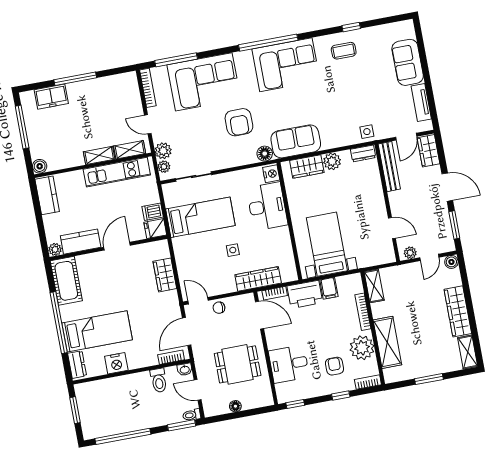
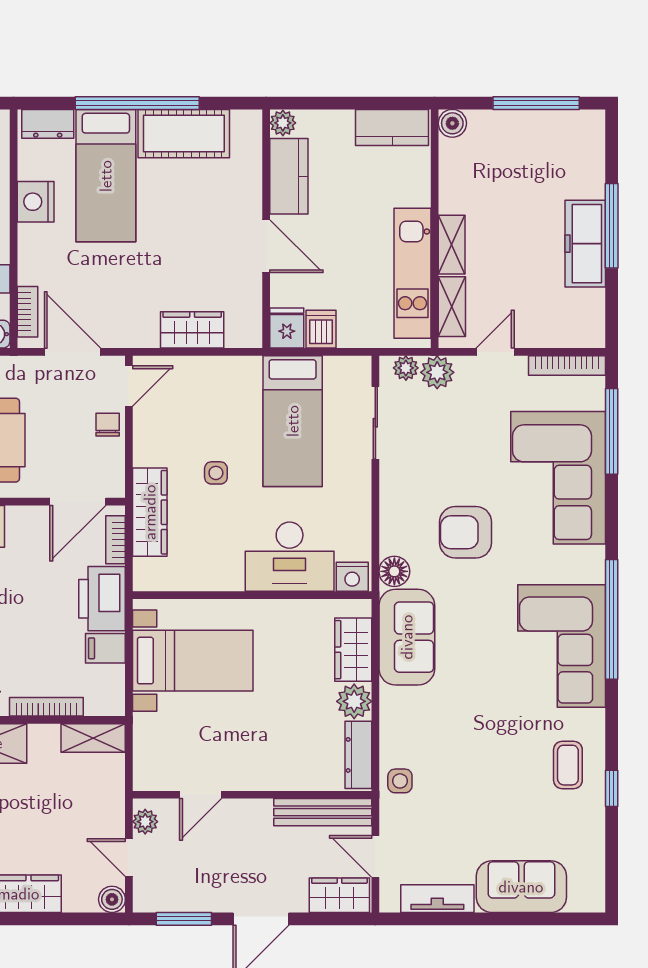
freezer: (51, 97) -> (585, 244), moved, width x1.40
dresser: (363, 153) -> (358, 755), width x1.44
cot: (66, 281) -> (184, 134), moved

